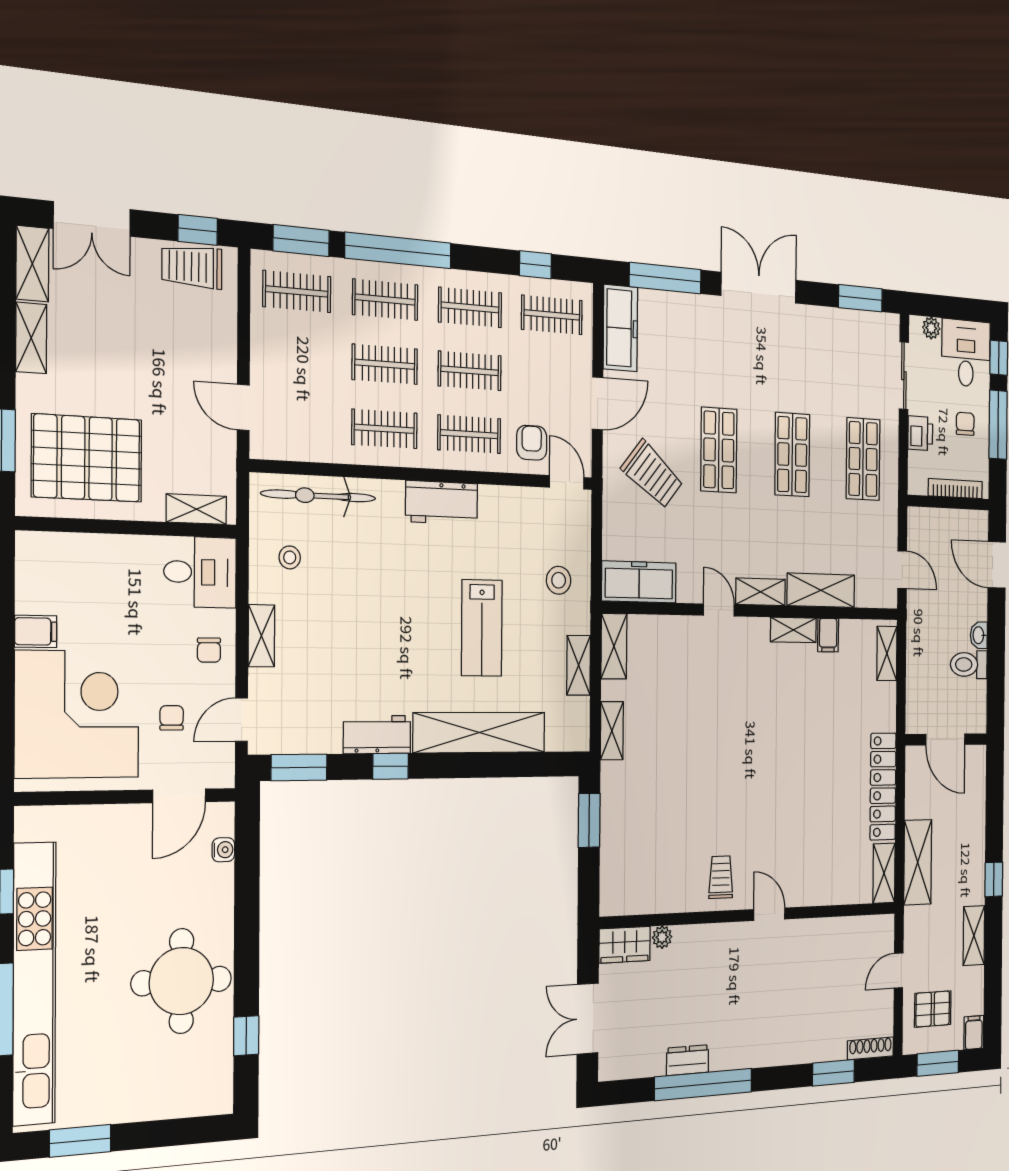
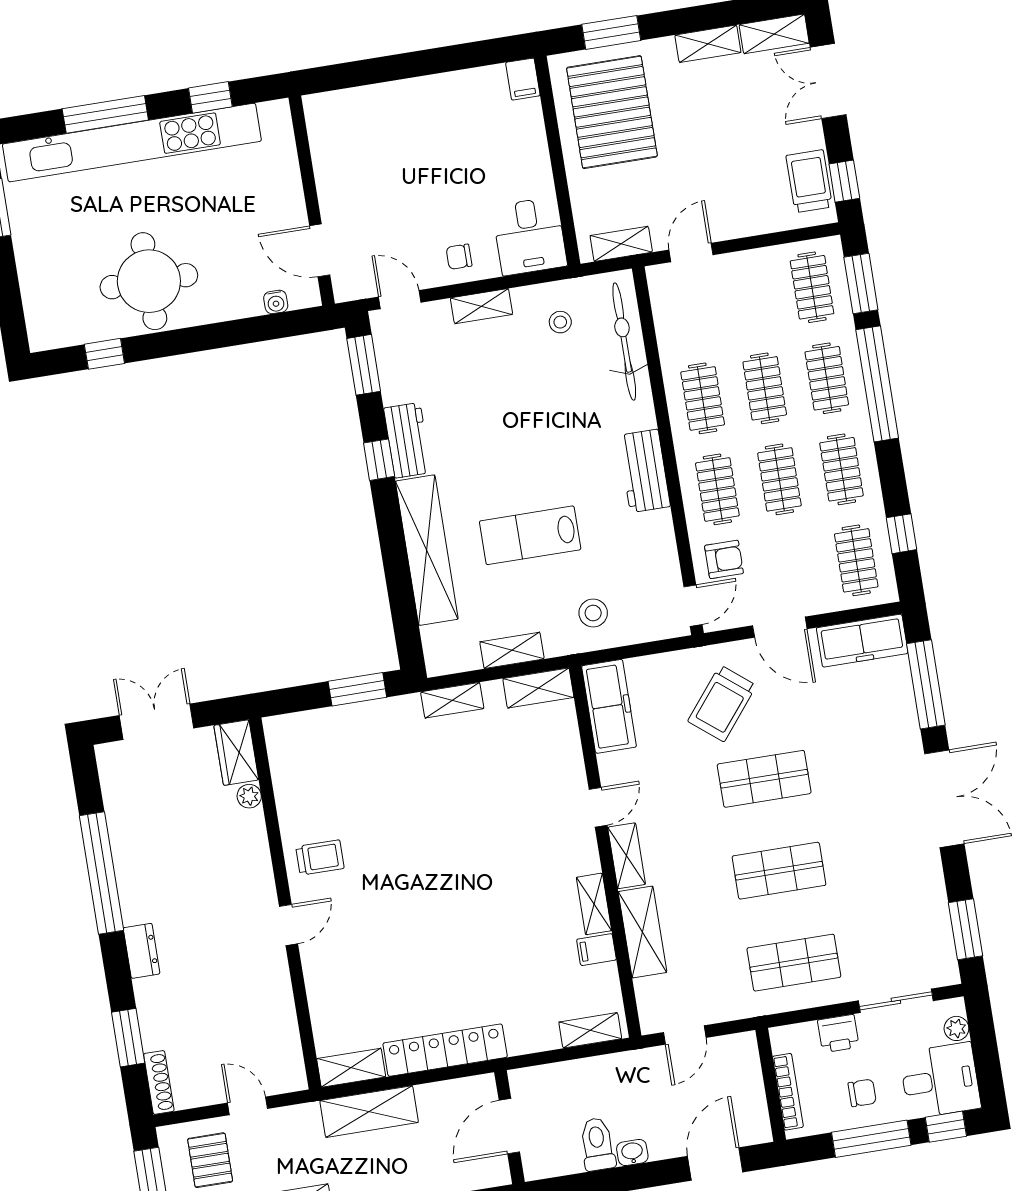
shelving: (196, 509) -> (621, 244), moved, turned 90
filing cabinet: (36, 631) -> (523, 79), moved
corner desk: (77, 714) -> (379, 142), removed
chair: (172, 718) -> (390, 231), removed
dresser: (688, 1060) -> (142, 951), moved

